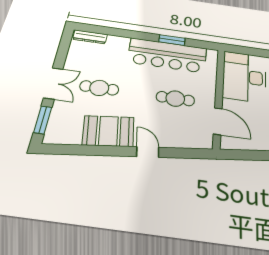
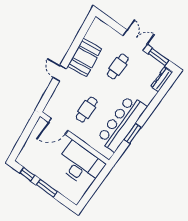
double door: (53, 83) -> (135, 40), swing flipped
window: (43, 120) -> (159, 57), moved
door: (148, 152) -> (60, 73), swing flipped

